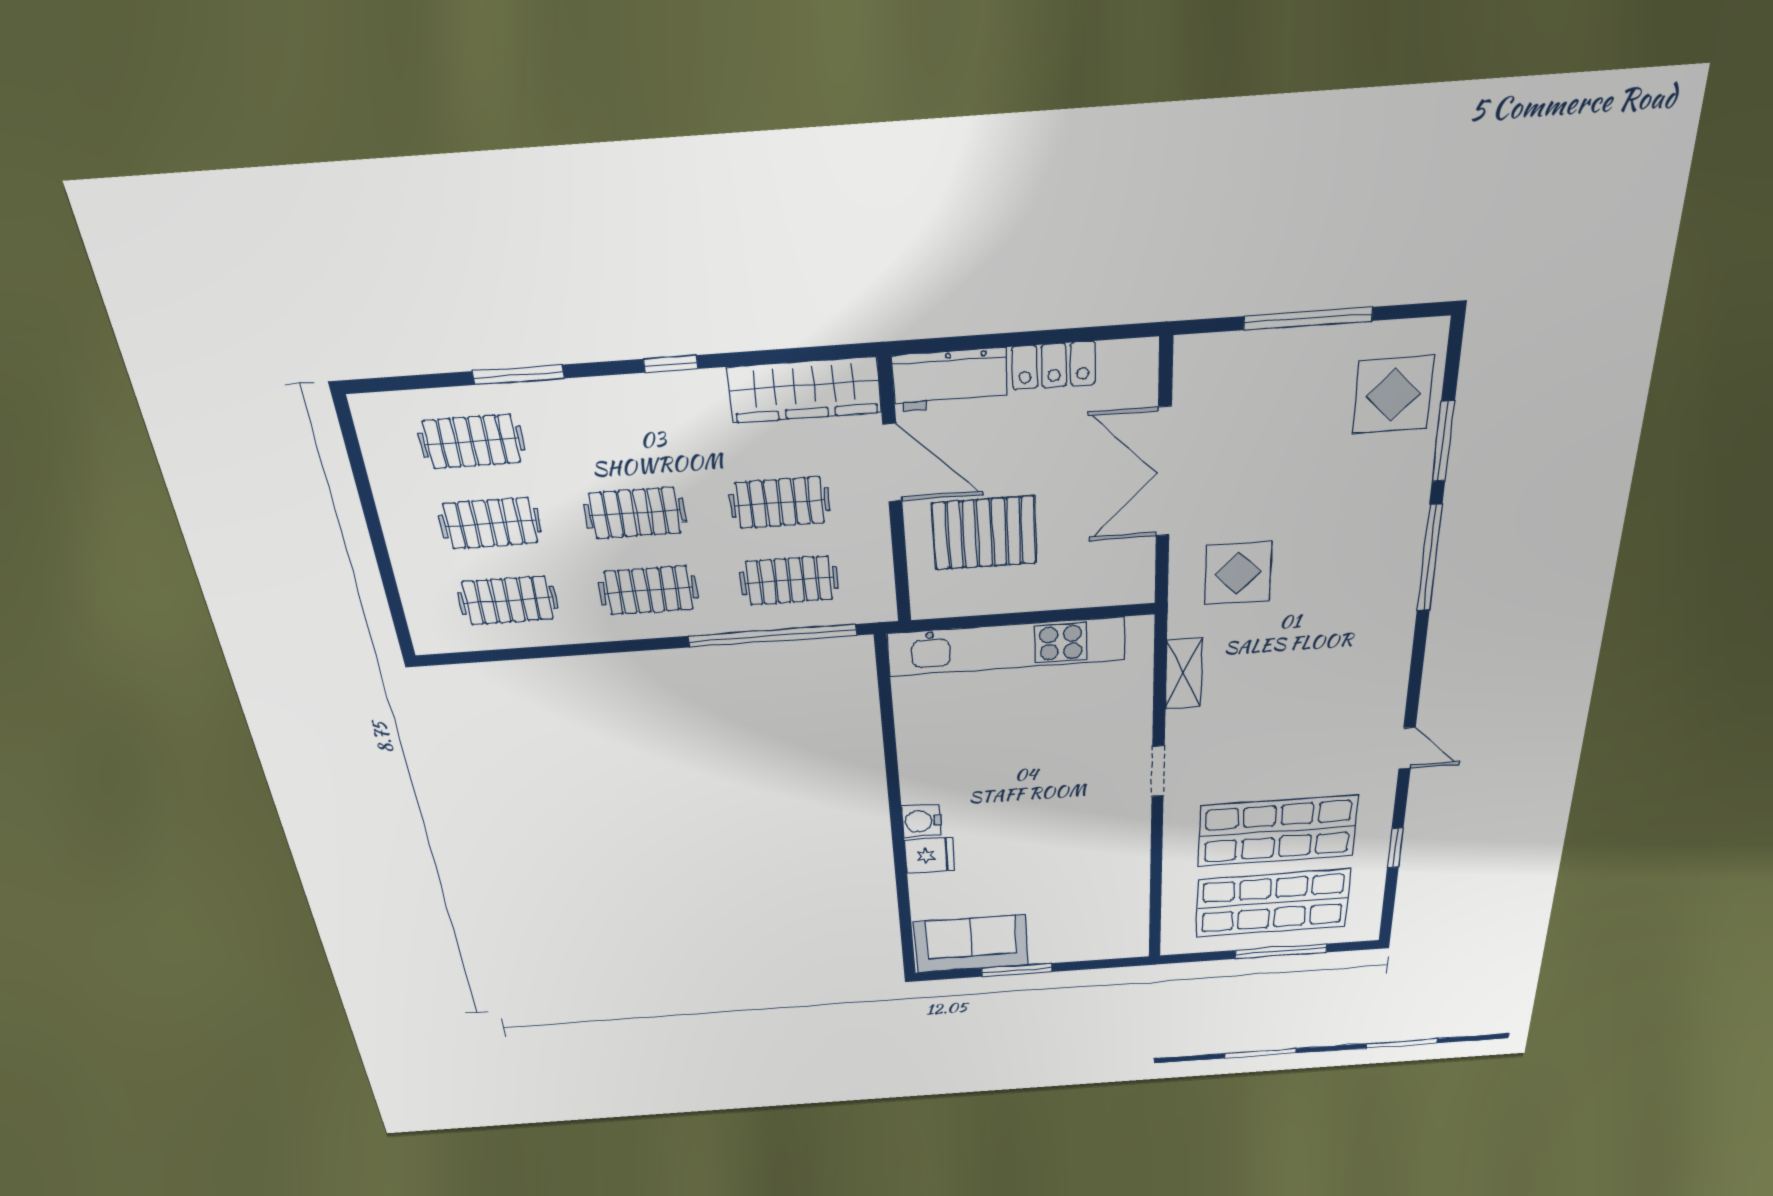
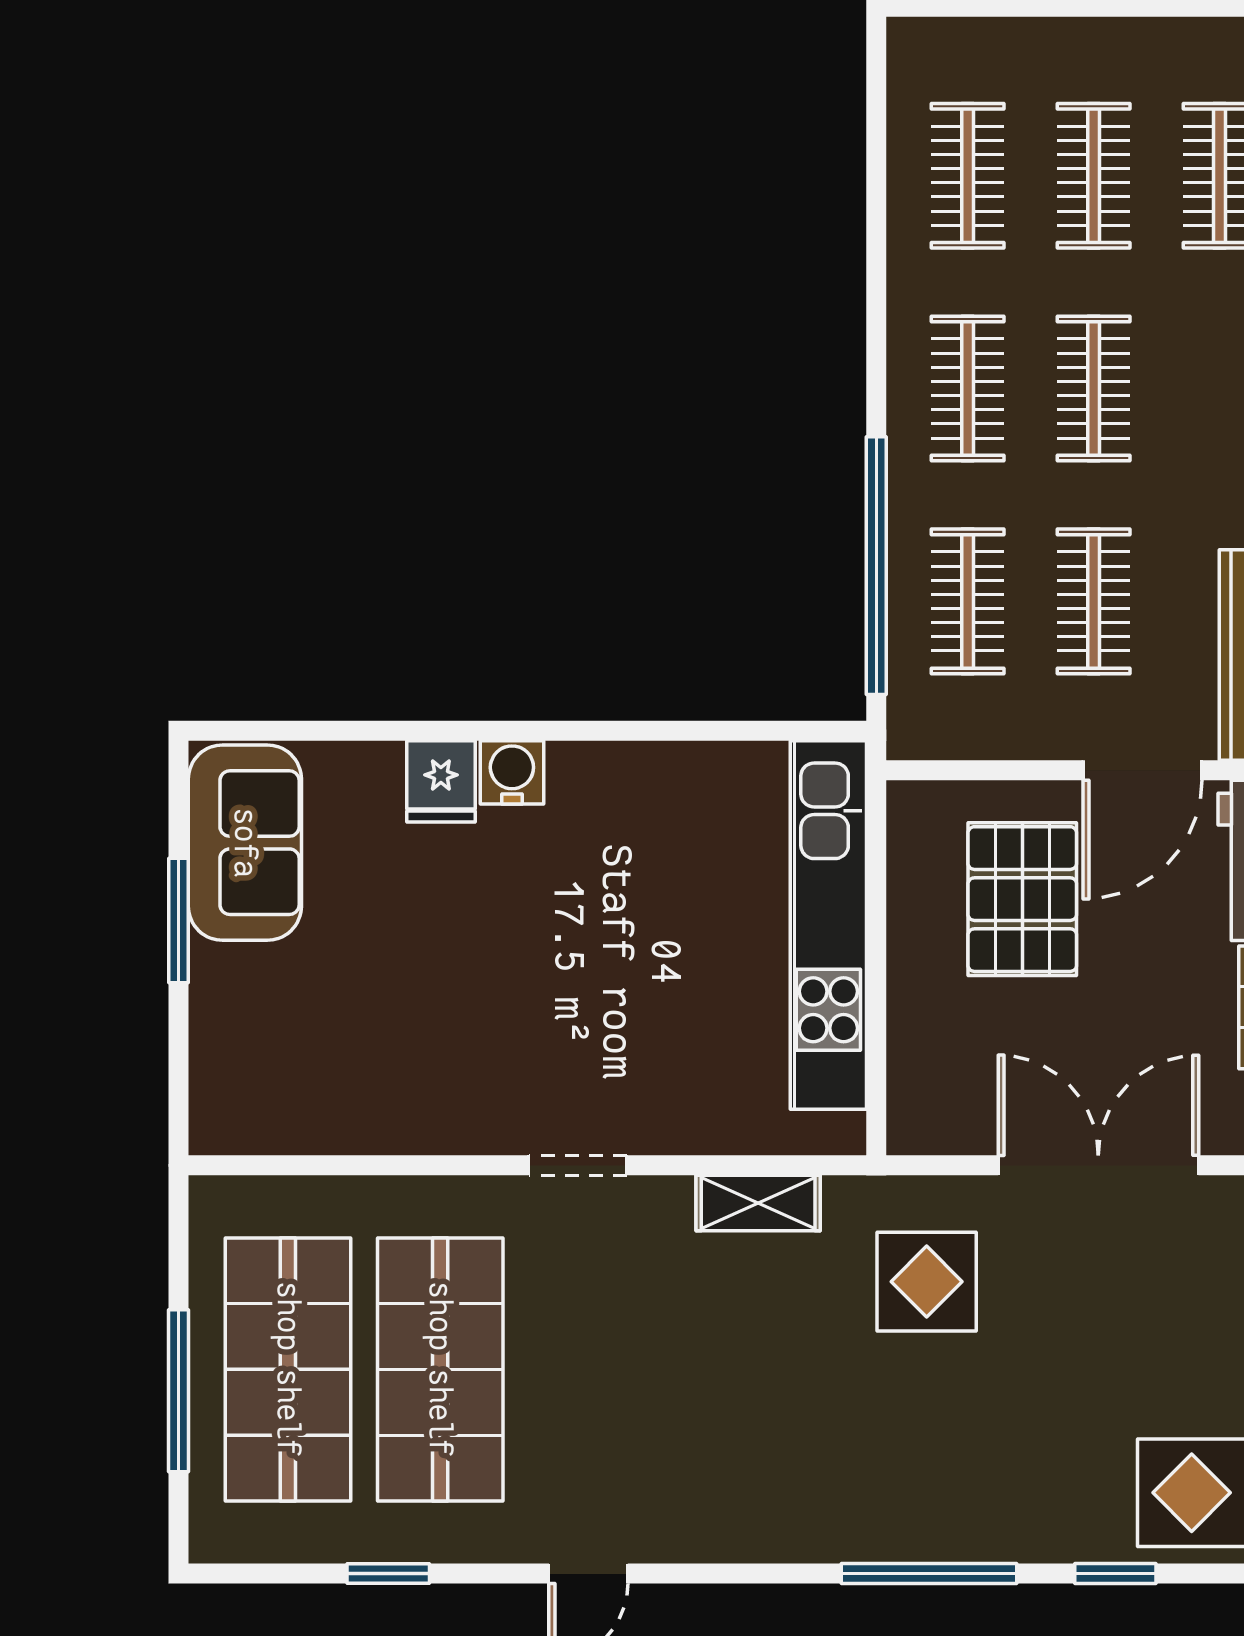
window: (1443, 441) -> (1115, 1574), width x0.67

